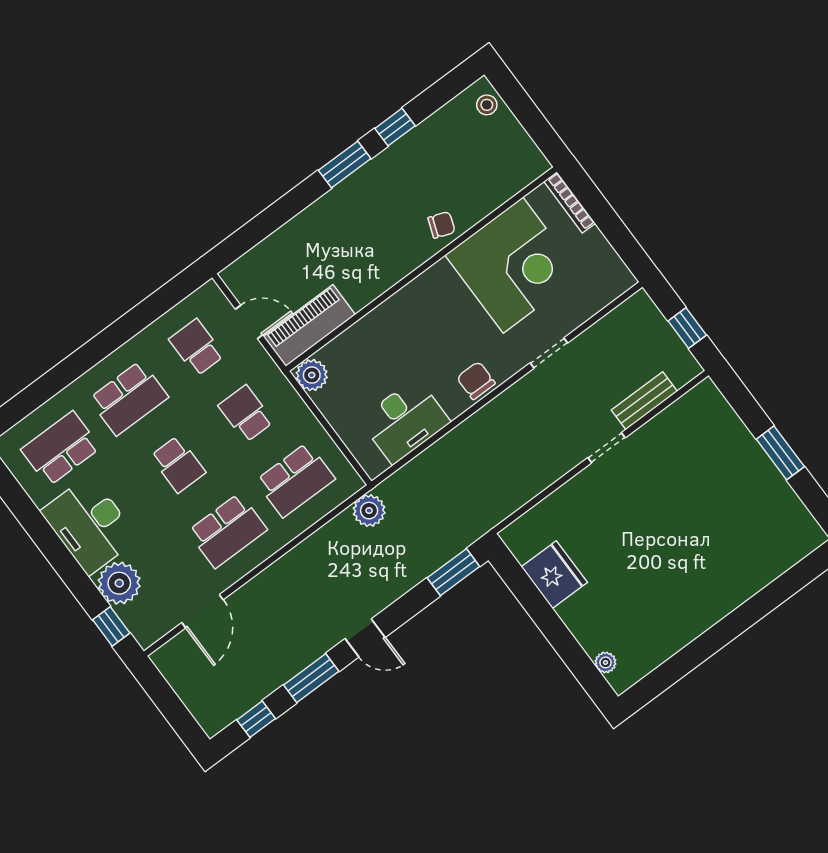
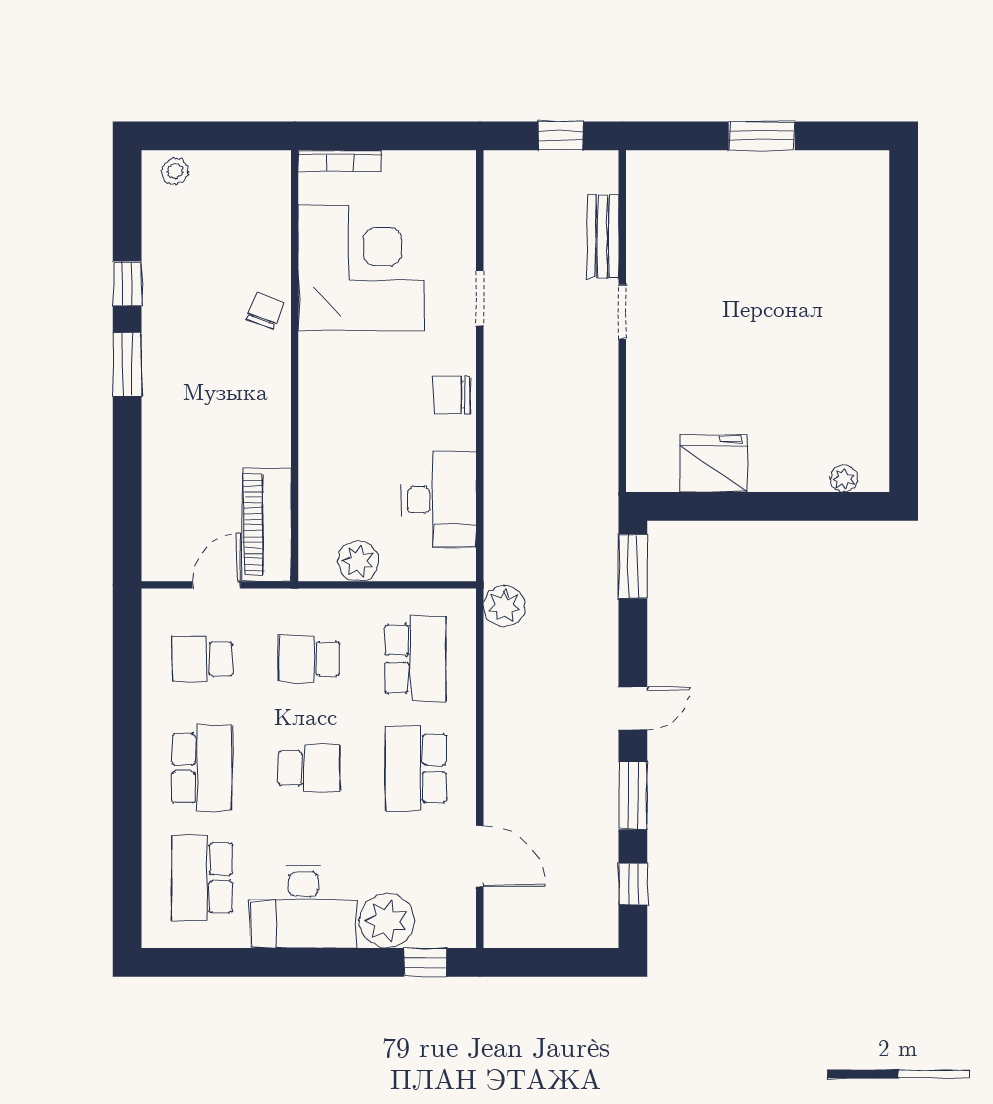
plant: (312, 375) -> (358, 561), moved
school desk: (227, 531) -> (415, 768), turned 180

